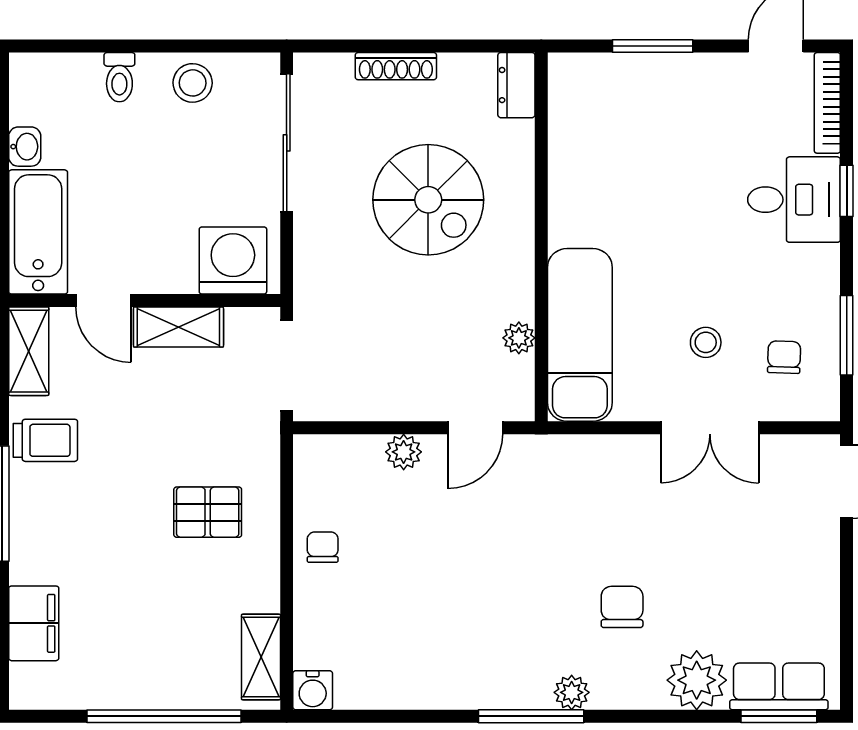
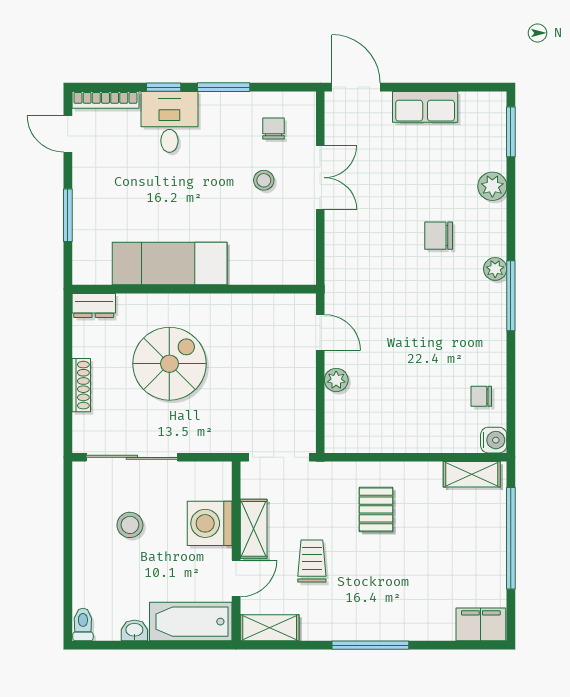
toilet: (119, 77) -> (83, 625), moved, turned -90
stool: (193, 83) -> (130, 525), moved
washing machine: (233, 260) -> (210, 523), moved
exam couch: (580, 335) -> (170, 263), moved
window: (847, 335) -> (224, 87), moved
plant: (519, 338) -> (261, 304), removed
chair: (784, 357) -> (274, 128), turned 88
trolley: (45, 440) -> (312, 561), moved
chair: (323, 547) -> (481, 396), moved
filing cabinet: (34, 623) -> (481, 624), moved
plant: (697, 680) -> (492, 186), width x0.73, depth x0.73
row of seats: (779, 686) -> (425, 107), moved, turned -90

